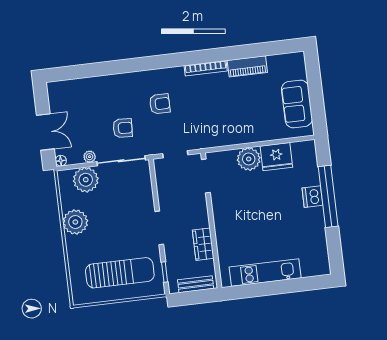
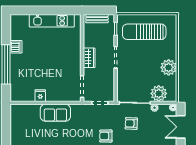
sofa: (297, 104) -> (55, 113), moved, turned 90
fridge: (276, 157) -> (40, 96), width x0.53, depth x0.75
plant: (249, 159) -> (54, 94), removed
dishwasher: (312, 197) -> (16, 47), moved
wardrobe: (203, 244) -> (89, 58), moved

